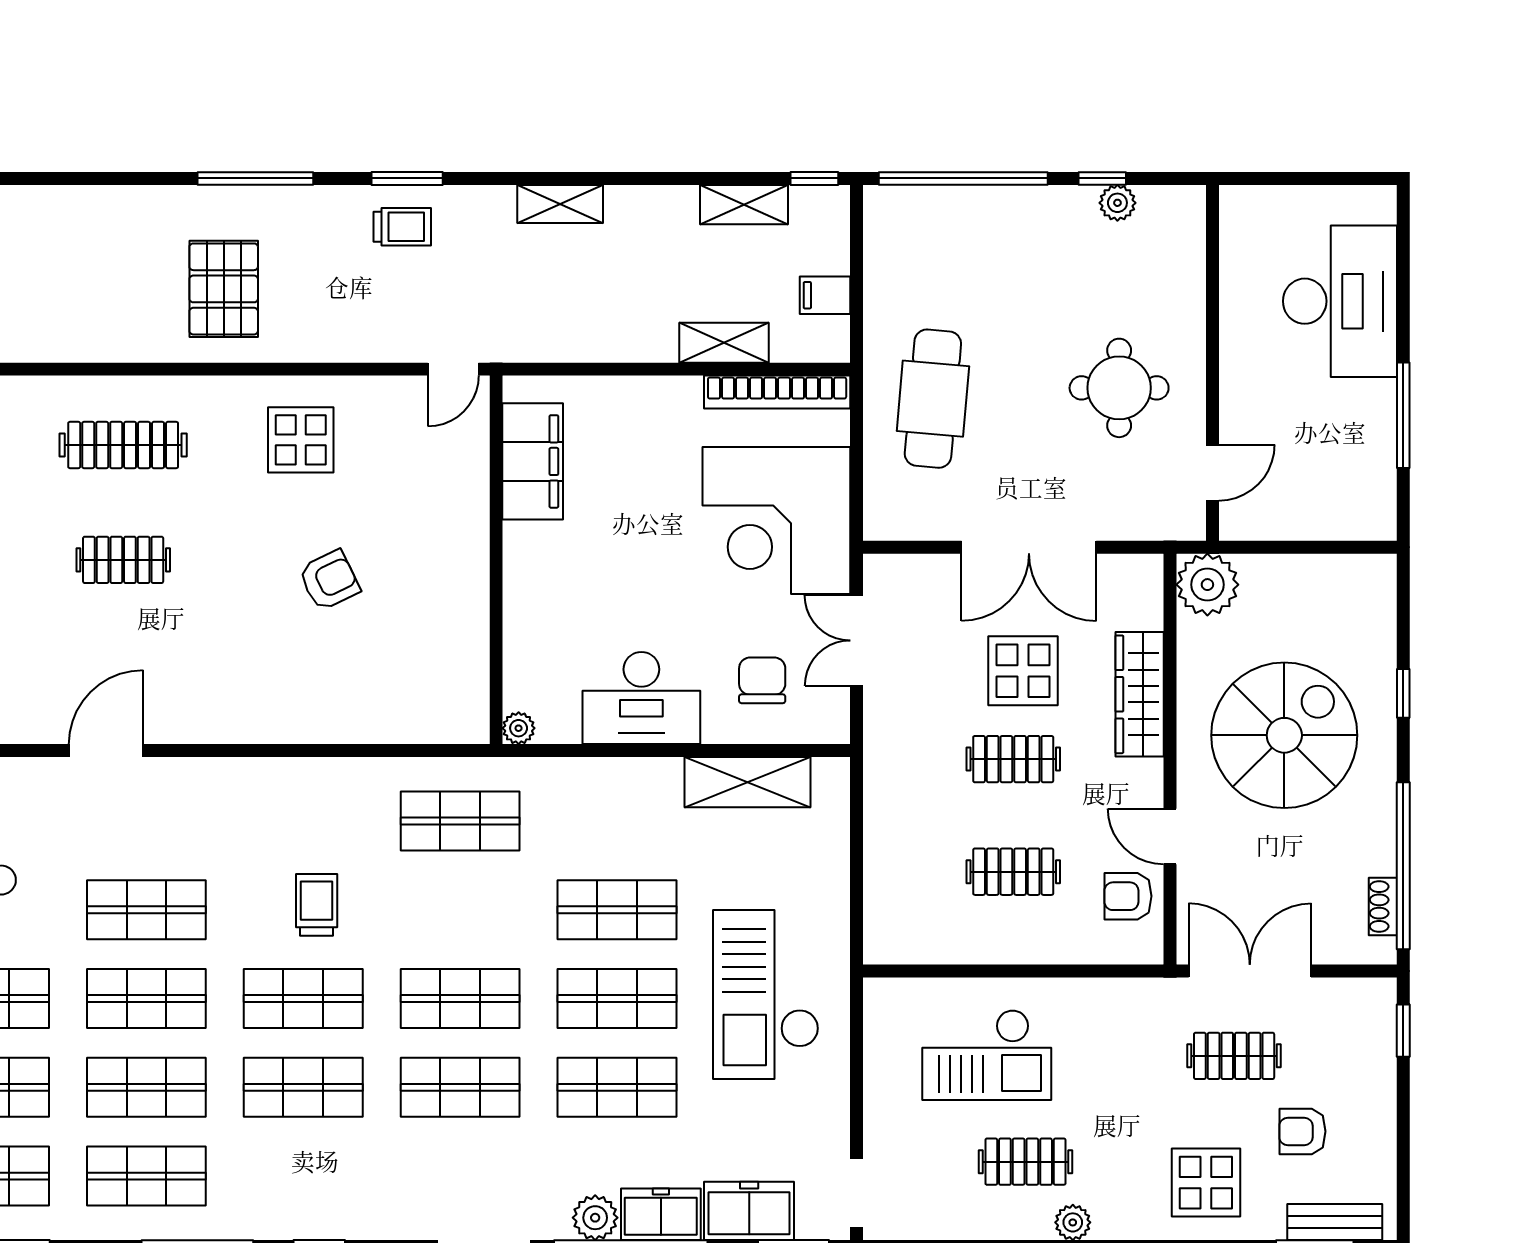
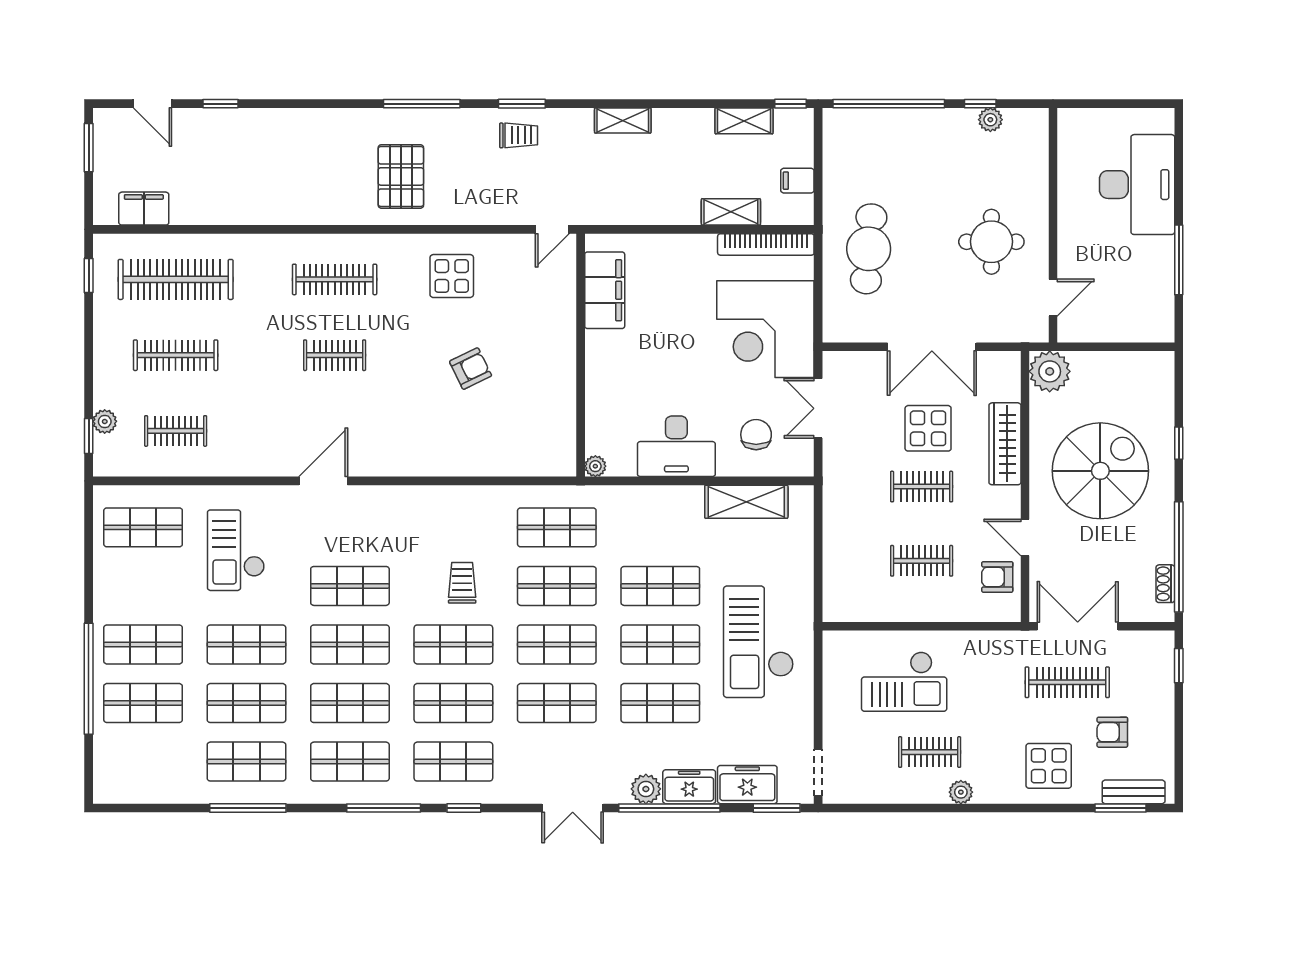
shop shelf: (460, 910) -> (557, 586), added
clothes rail: (1234, 1056) -> (1067, 682), width x1.36
shop shelf: (303, 1176) -> (453, 762), added

